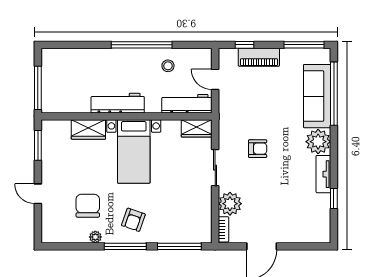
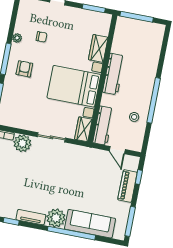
door: (215, 79) -> (117, 150), swing flipped
window: (334, 94) -> (71, 233), moved
armchair: (258, 149) -> (59, 172), removed
bed with nightstands: (134, 151) -> (74, 86), width x1.36
chair: (88, 206) -> (42, 37), width x0.54, depth x0.54
armchair: (133, 220) -> (24, 69), turned 71

